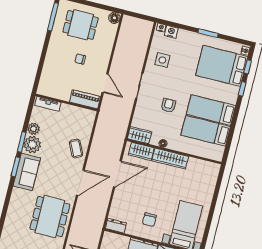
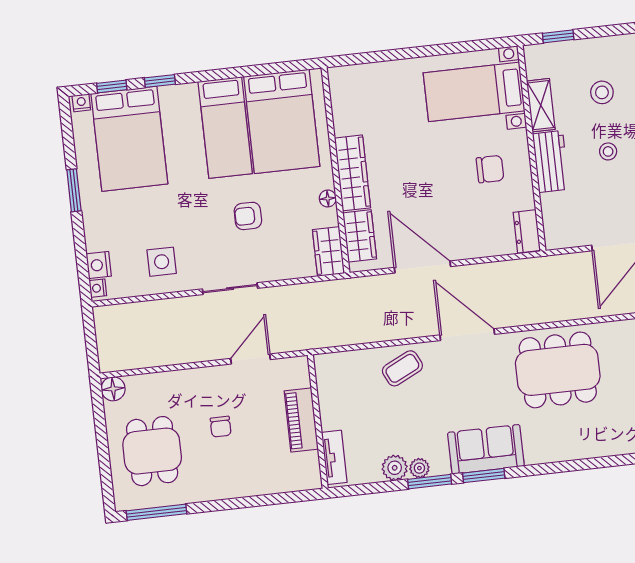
piano: (85, 99) -> (301, 420), moved
bed: (206, 131) -> (282, 121), width x1.50
plant: (32, 145) -> (419, 468), width x0.53, depth x0.53

